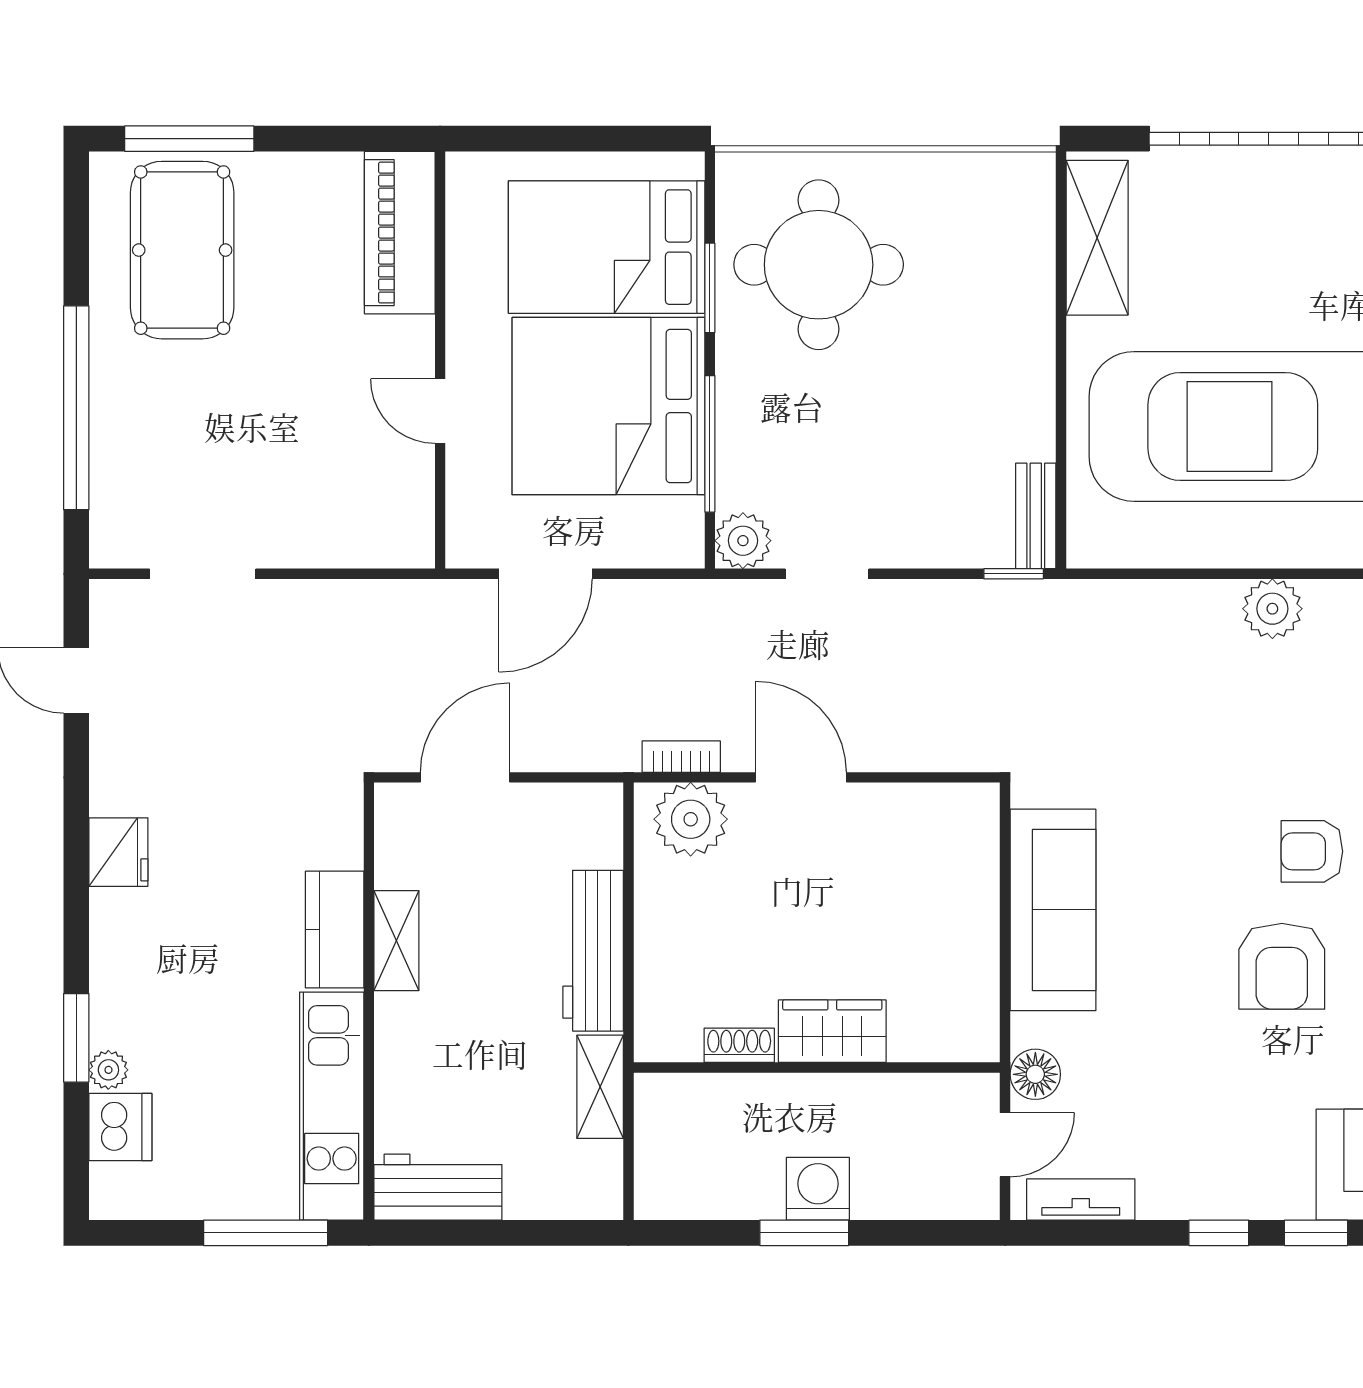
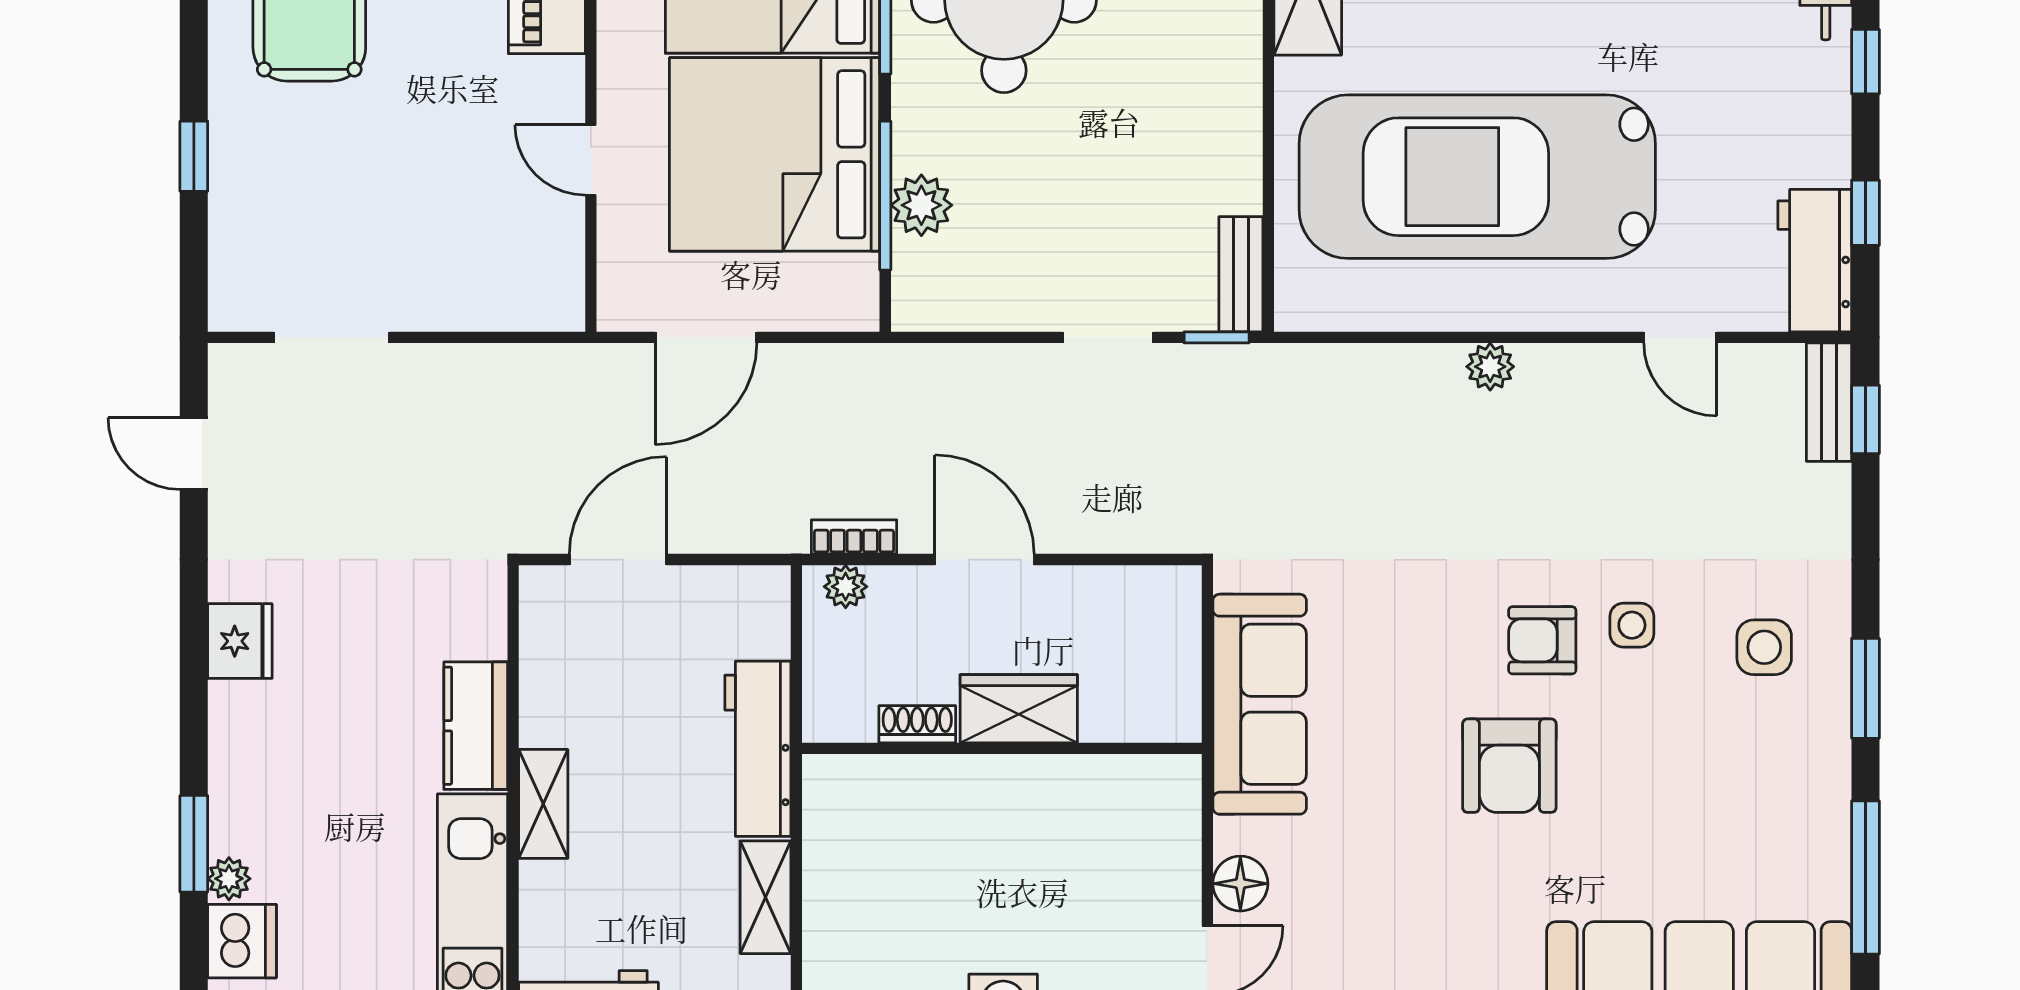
window: (76, 408) -> (194, 156), width x0.32
plant: (743, 541) -> (921, 205), moved
doorway: (827, 574) -> (1108, 337), moved
plant: (1272, 609) -> (1490, 367), width x0.73, depth x0.73
plant: (691, 819) -> (846, 587), width x0.53, depth x0.53
shelving: (396, 941) -> (543, 804), moved
wardrobe: (832, 1031) -> (1019, 709), moved
shoe rack: (739, 1045) -> (917, 724), moved
wall: (817, 1067) -> (1002, 748), moved

